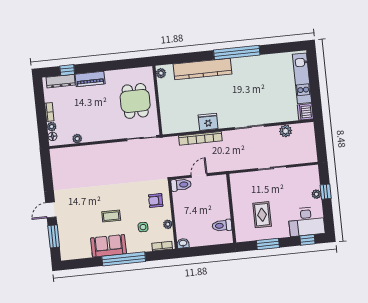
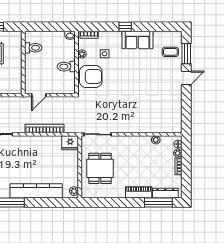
window: (67, 70) -> (158, 203), width x2.17
fridge: (208, 122) -> (70, 143), moved
door: (199, 175) -> (39, 95), moved
toilet: (181, 185) -> (66, 67), moved
armchair: (156, 201) -> (91, 77), width x1.88, depth x1.88
coffee table: (111, 216) -> (170, 52), moved
window: (124, 259) -> (125, 27), width x0.32

